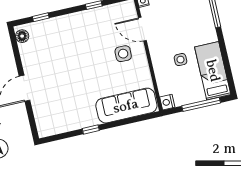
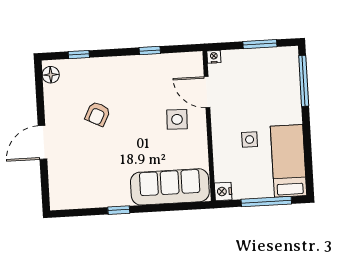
armchair: (63, 60) -> (98, 114), added

